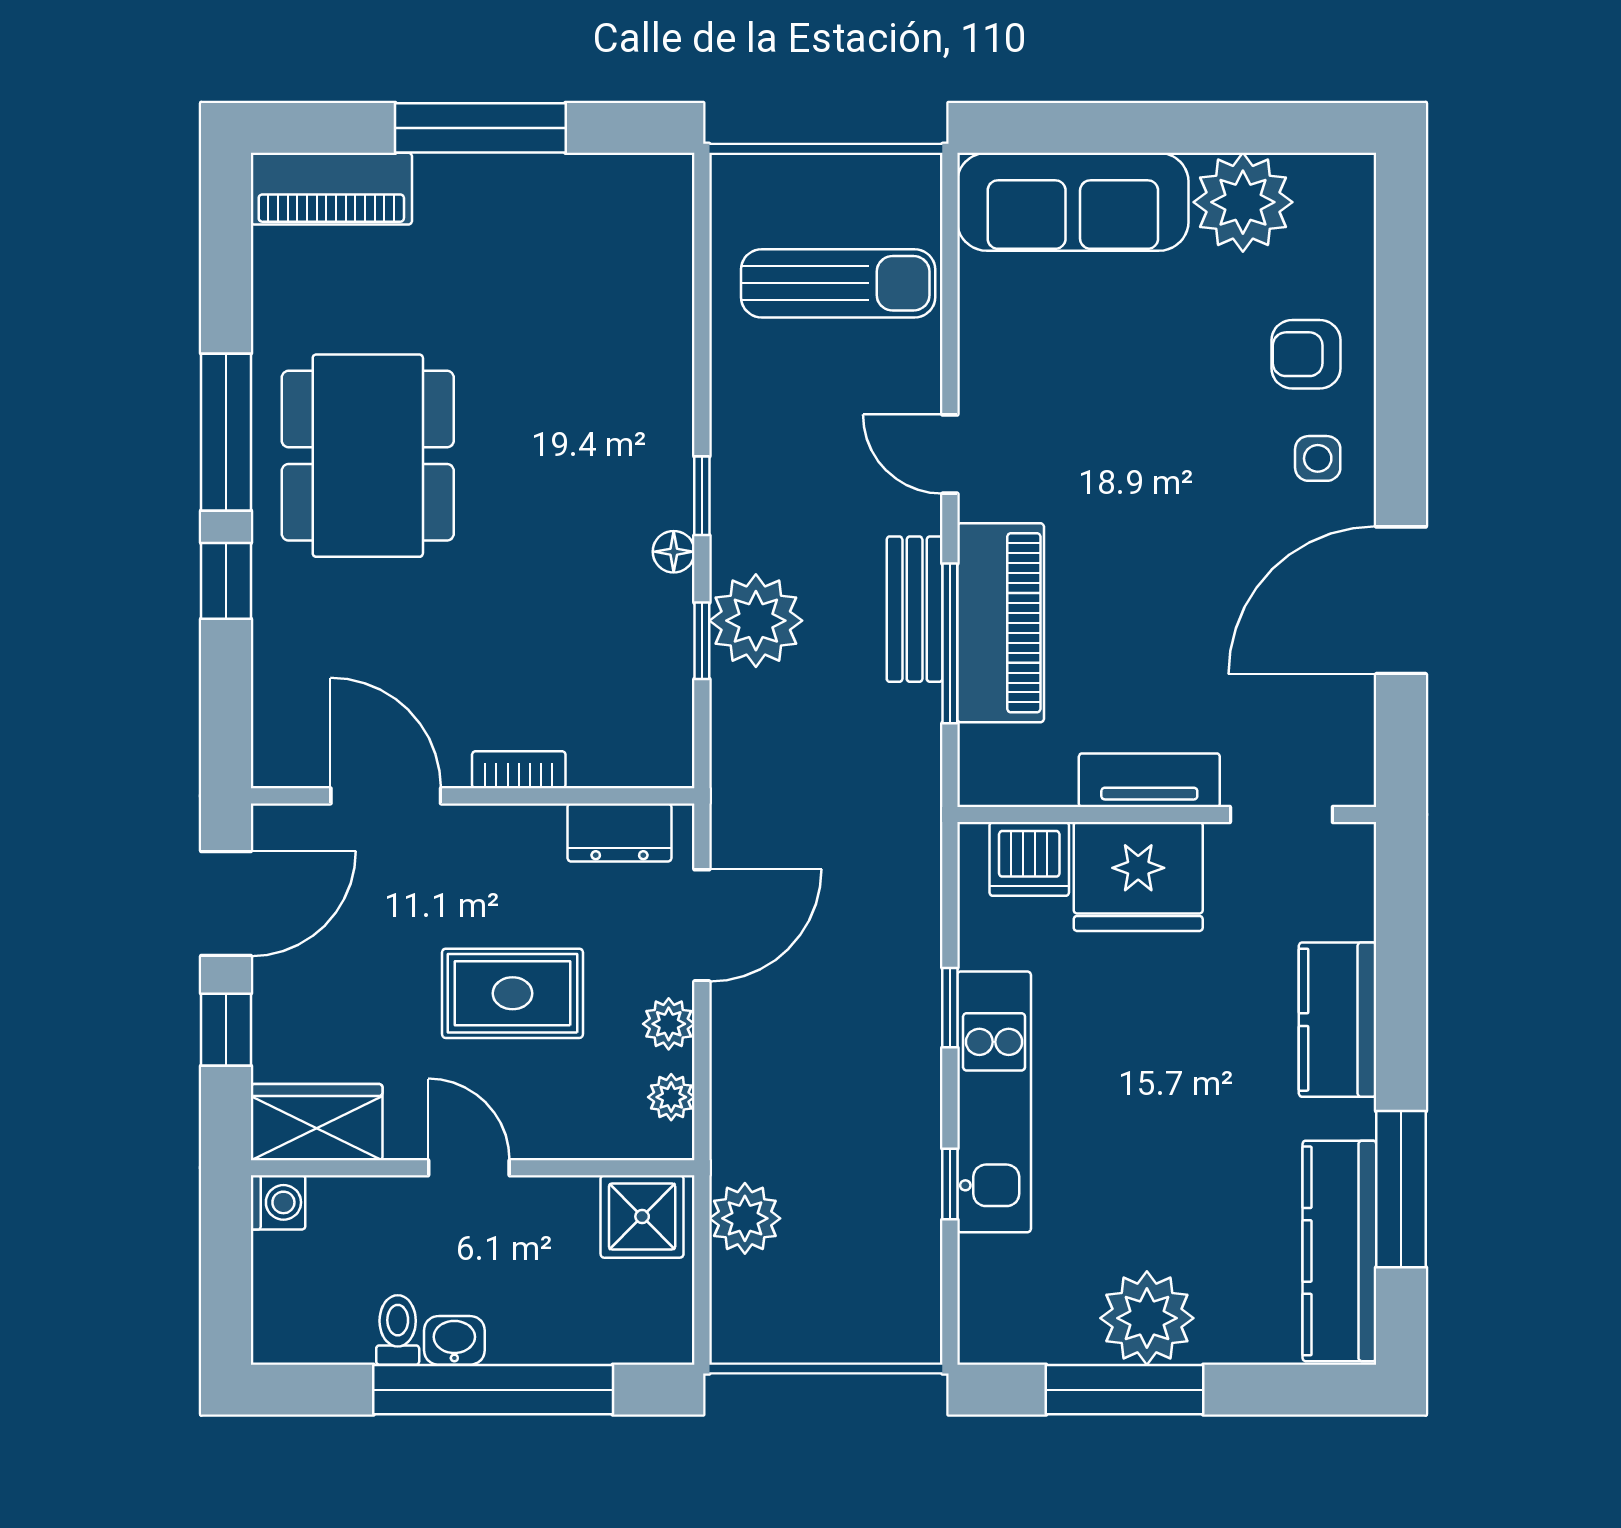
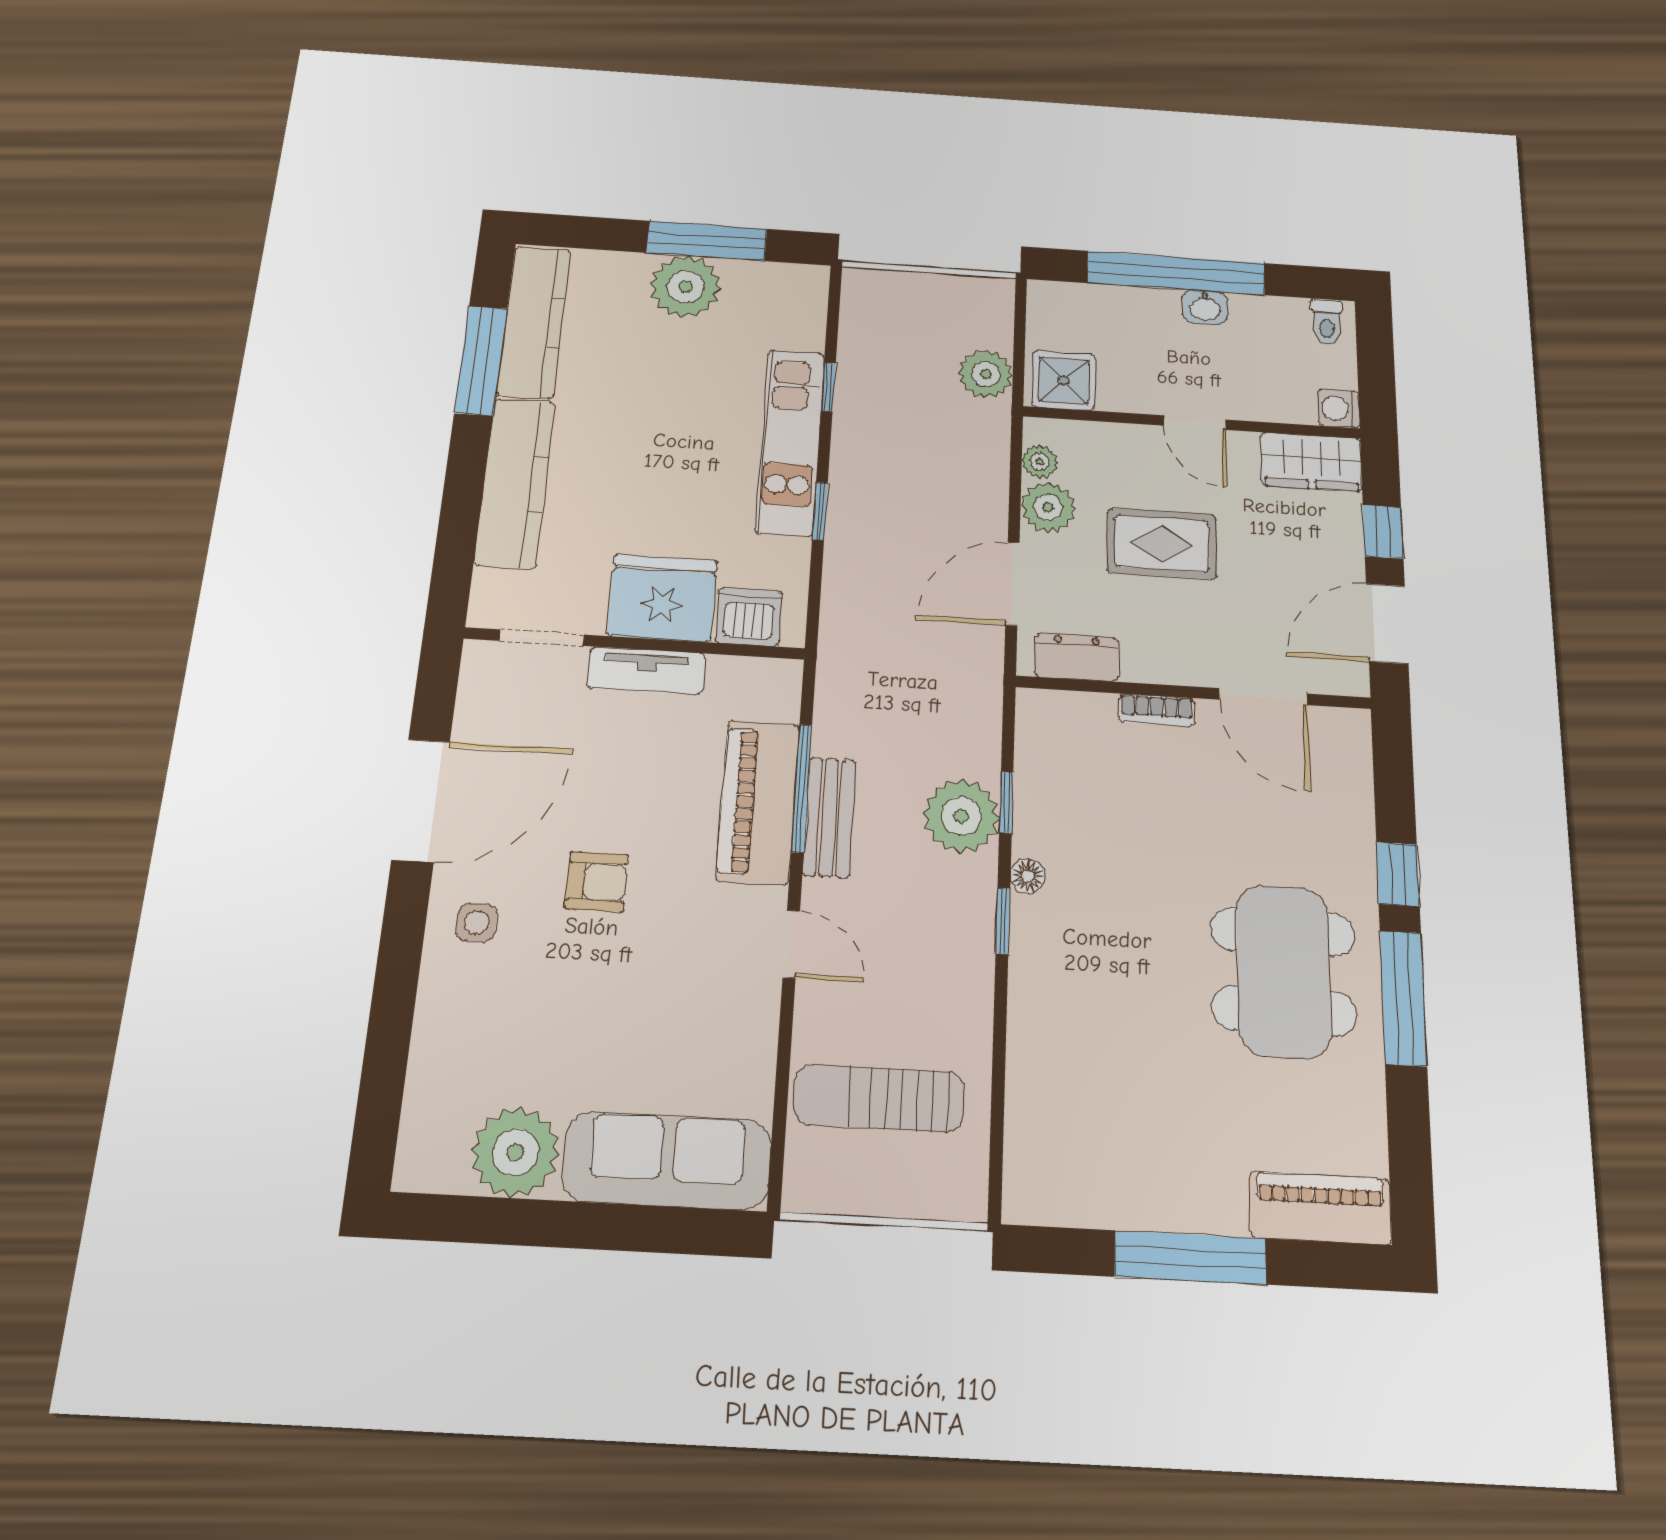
armchair: (1306, 354) -> (597, 882), moved
kitchen counter: (1338, 1020) -> (515, 483), width x1.50
plant: (669, 1024) -> (1048, 507), width x1.38, depth x1.38
toilet: (398, 1330) -> (1327, 322), moved

